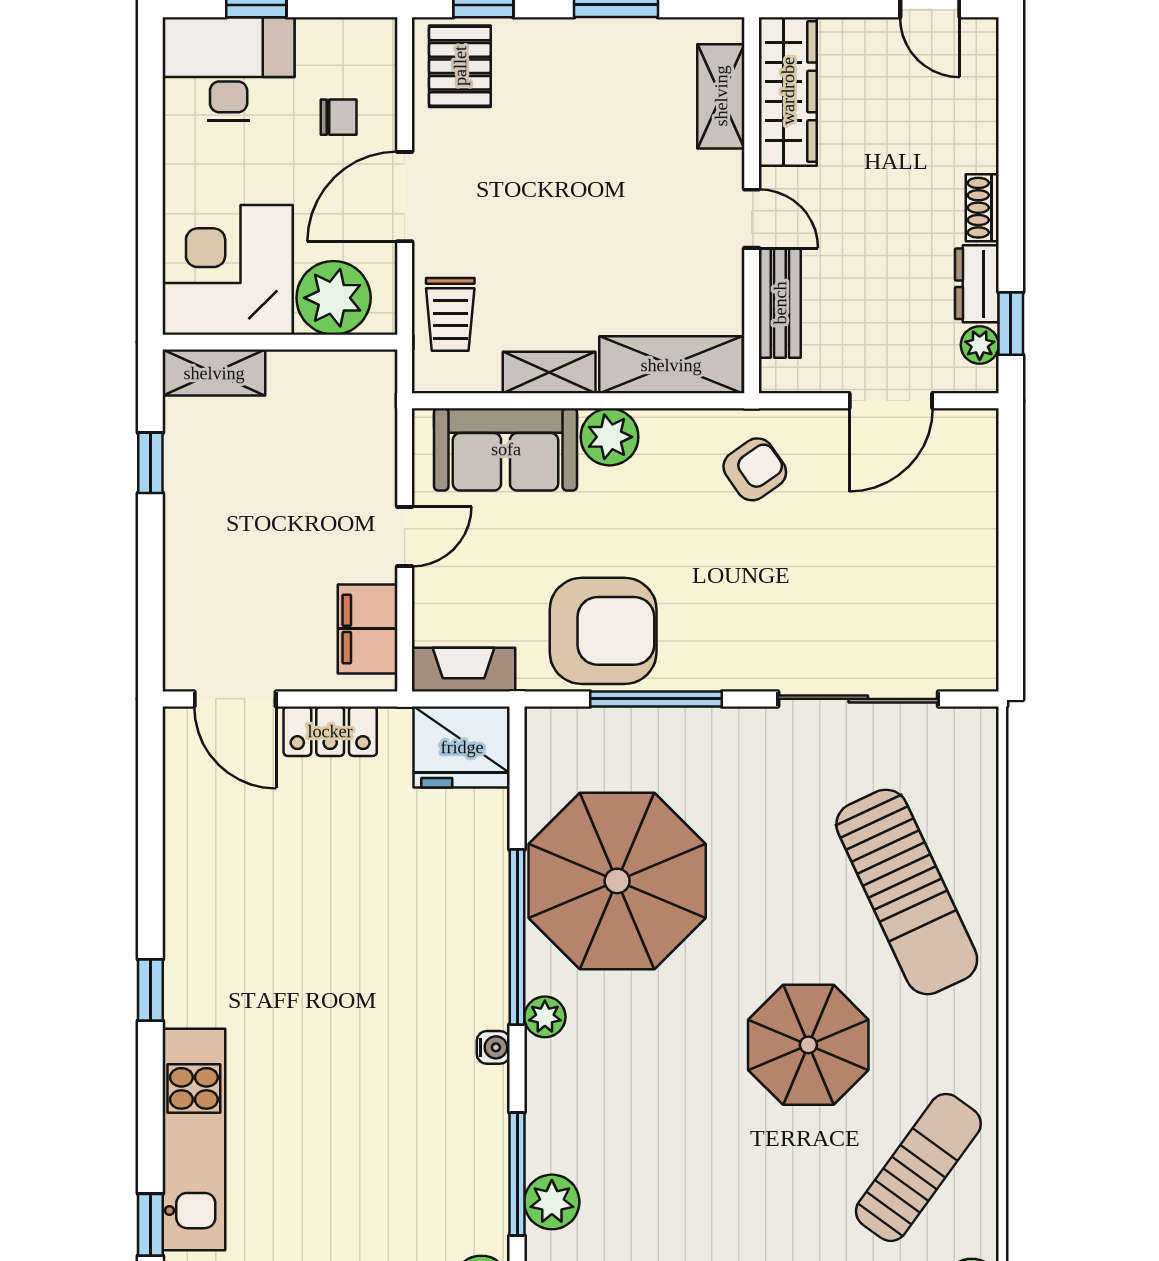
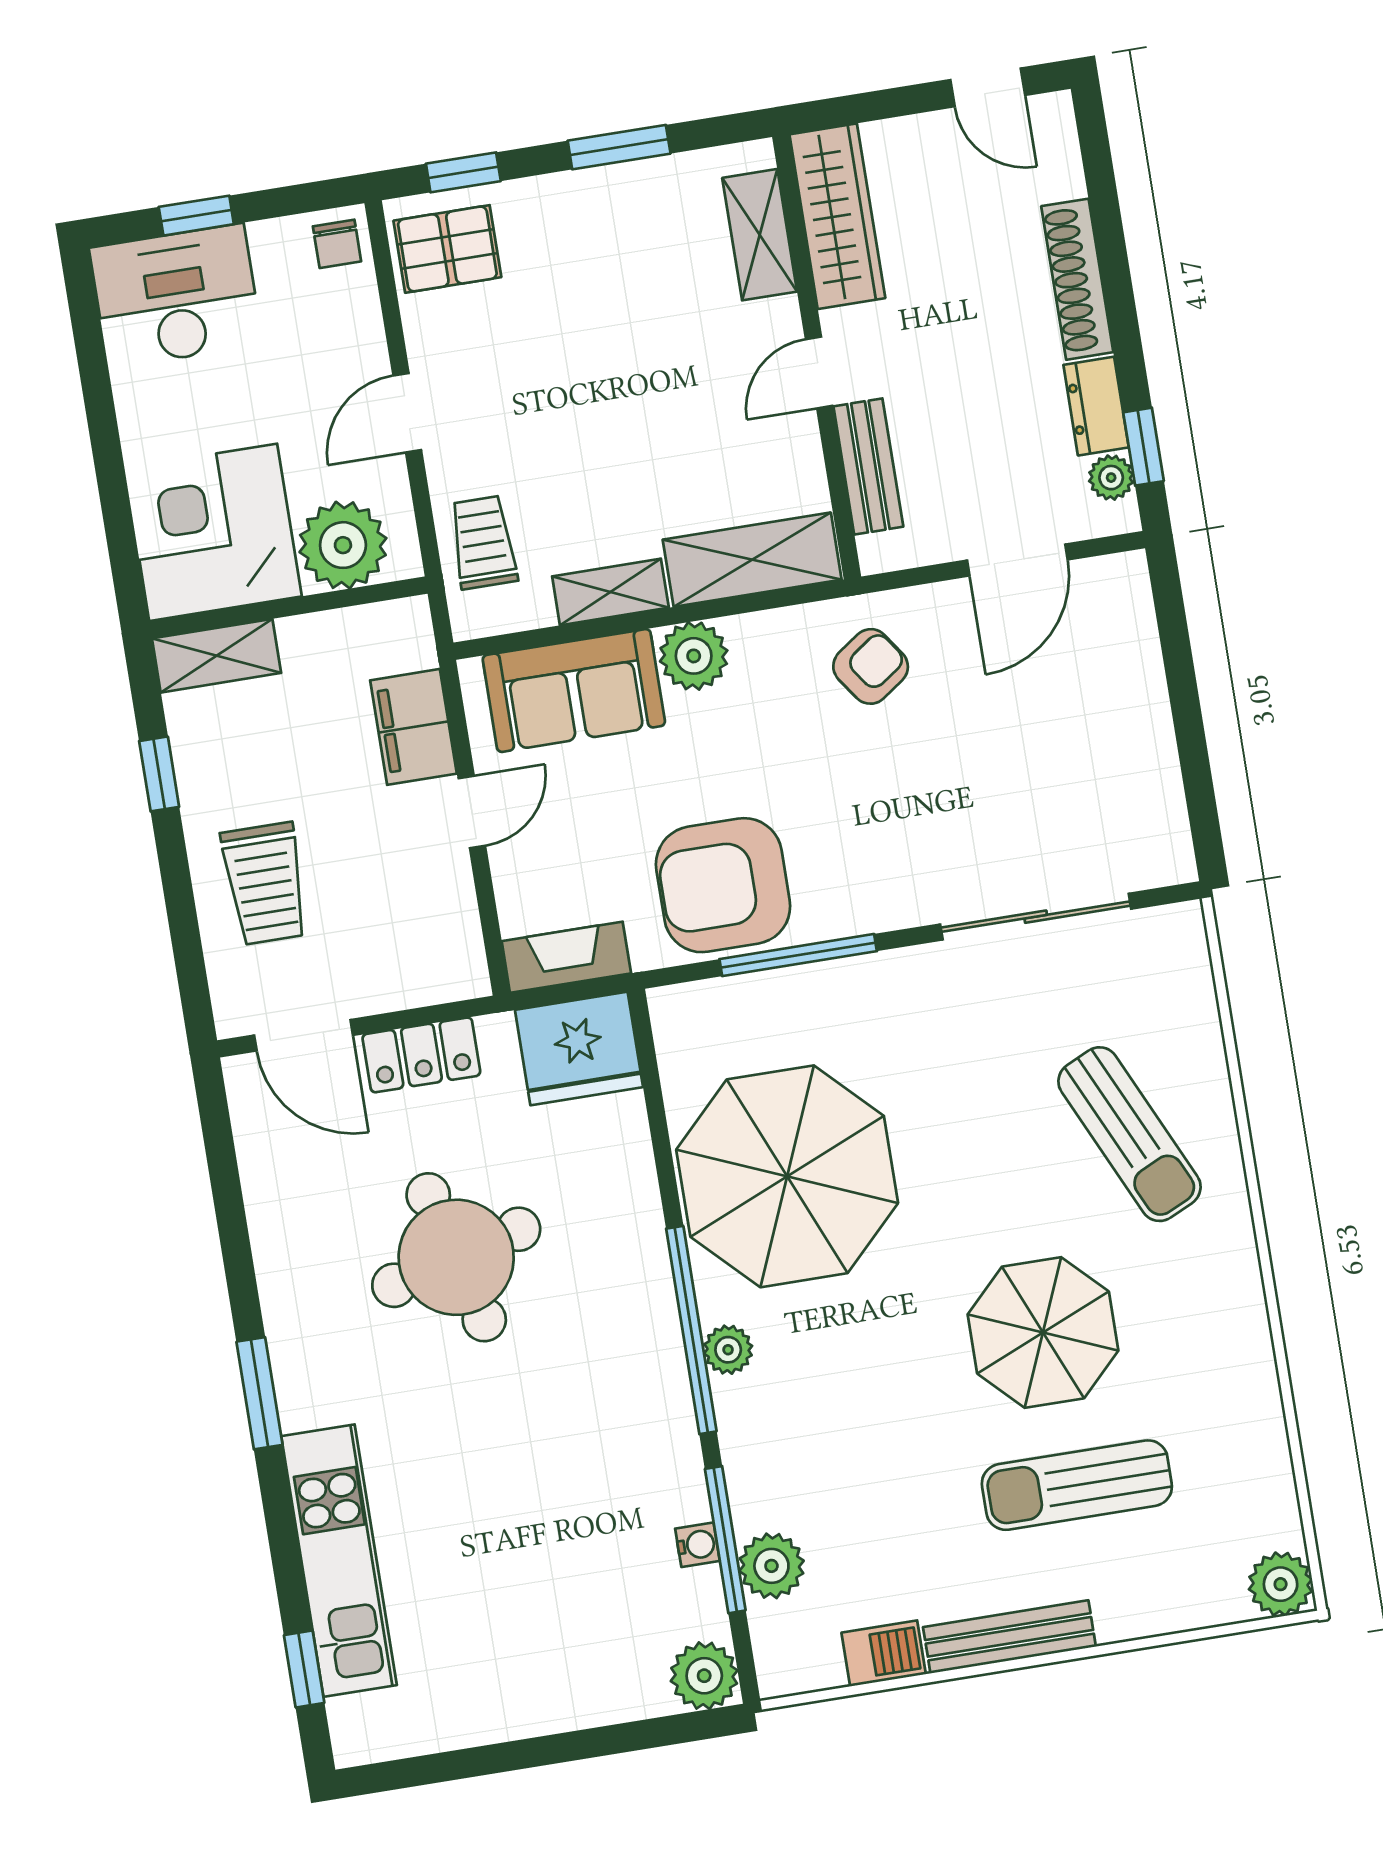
pallet: (460, 66) -> (447, 249), turned 90
chair: (339, 117) -> (337, 244), moved, turned 90
door: (405, 197) -> (407, 413), width x0.73
shoe rack: (982, 208) -> (1077, 279), width x1.94, depth x1.24
door: (752, 219) -> (819, 372), swing flipped
trolley: (450, 314) -> (483, 542), turned 180
trolley: (224, 568) -> (265, 884), added
filing cabinet: (368, 629) -> (413, 727), moved
armchair: (603, 631) -> (723, 885), turned 180
sun lounger: (907, 892) -> (1130, 1134), width x0.73, depth x0.75
round table: (332, 904) -> (456, 1257), added
window: (517, 937) -> (691, 1330), moved
window: (150, 990) -> (259, 1393), width x1.50
water cooler: (493, 1047) -> (697, 1545), moved
sun lounger: (918, 1167) -> (1077, 1485), moved, turned -126

